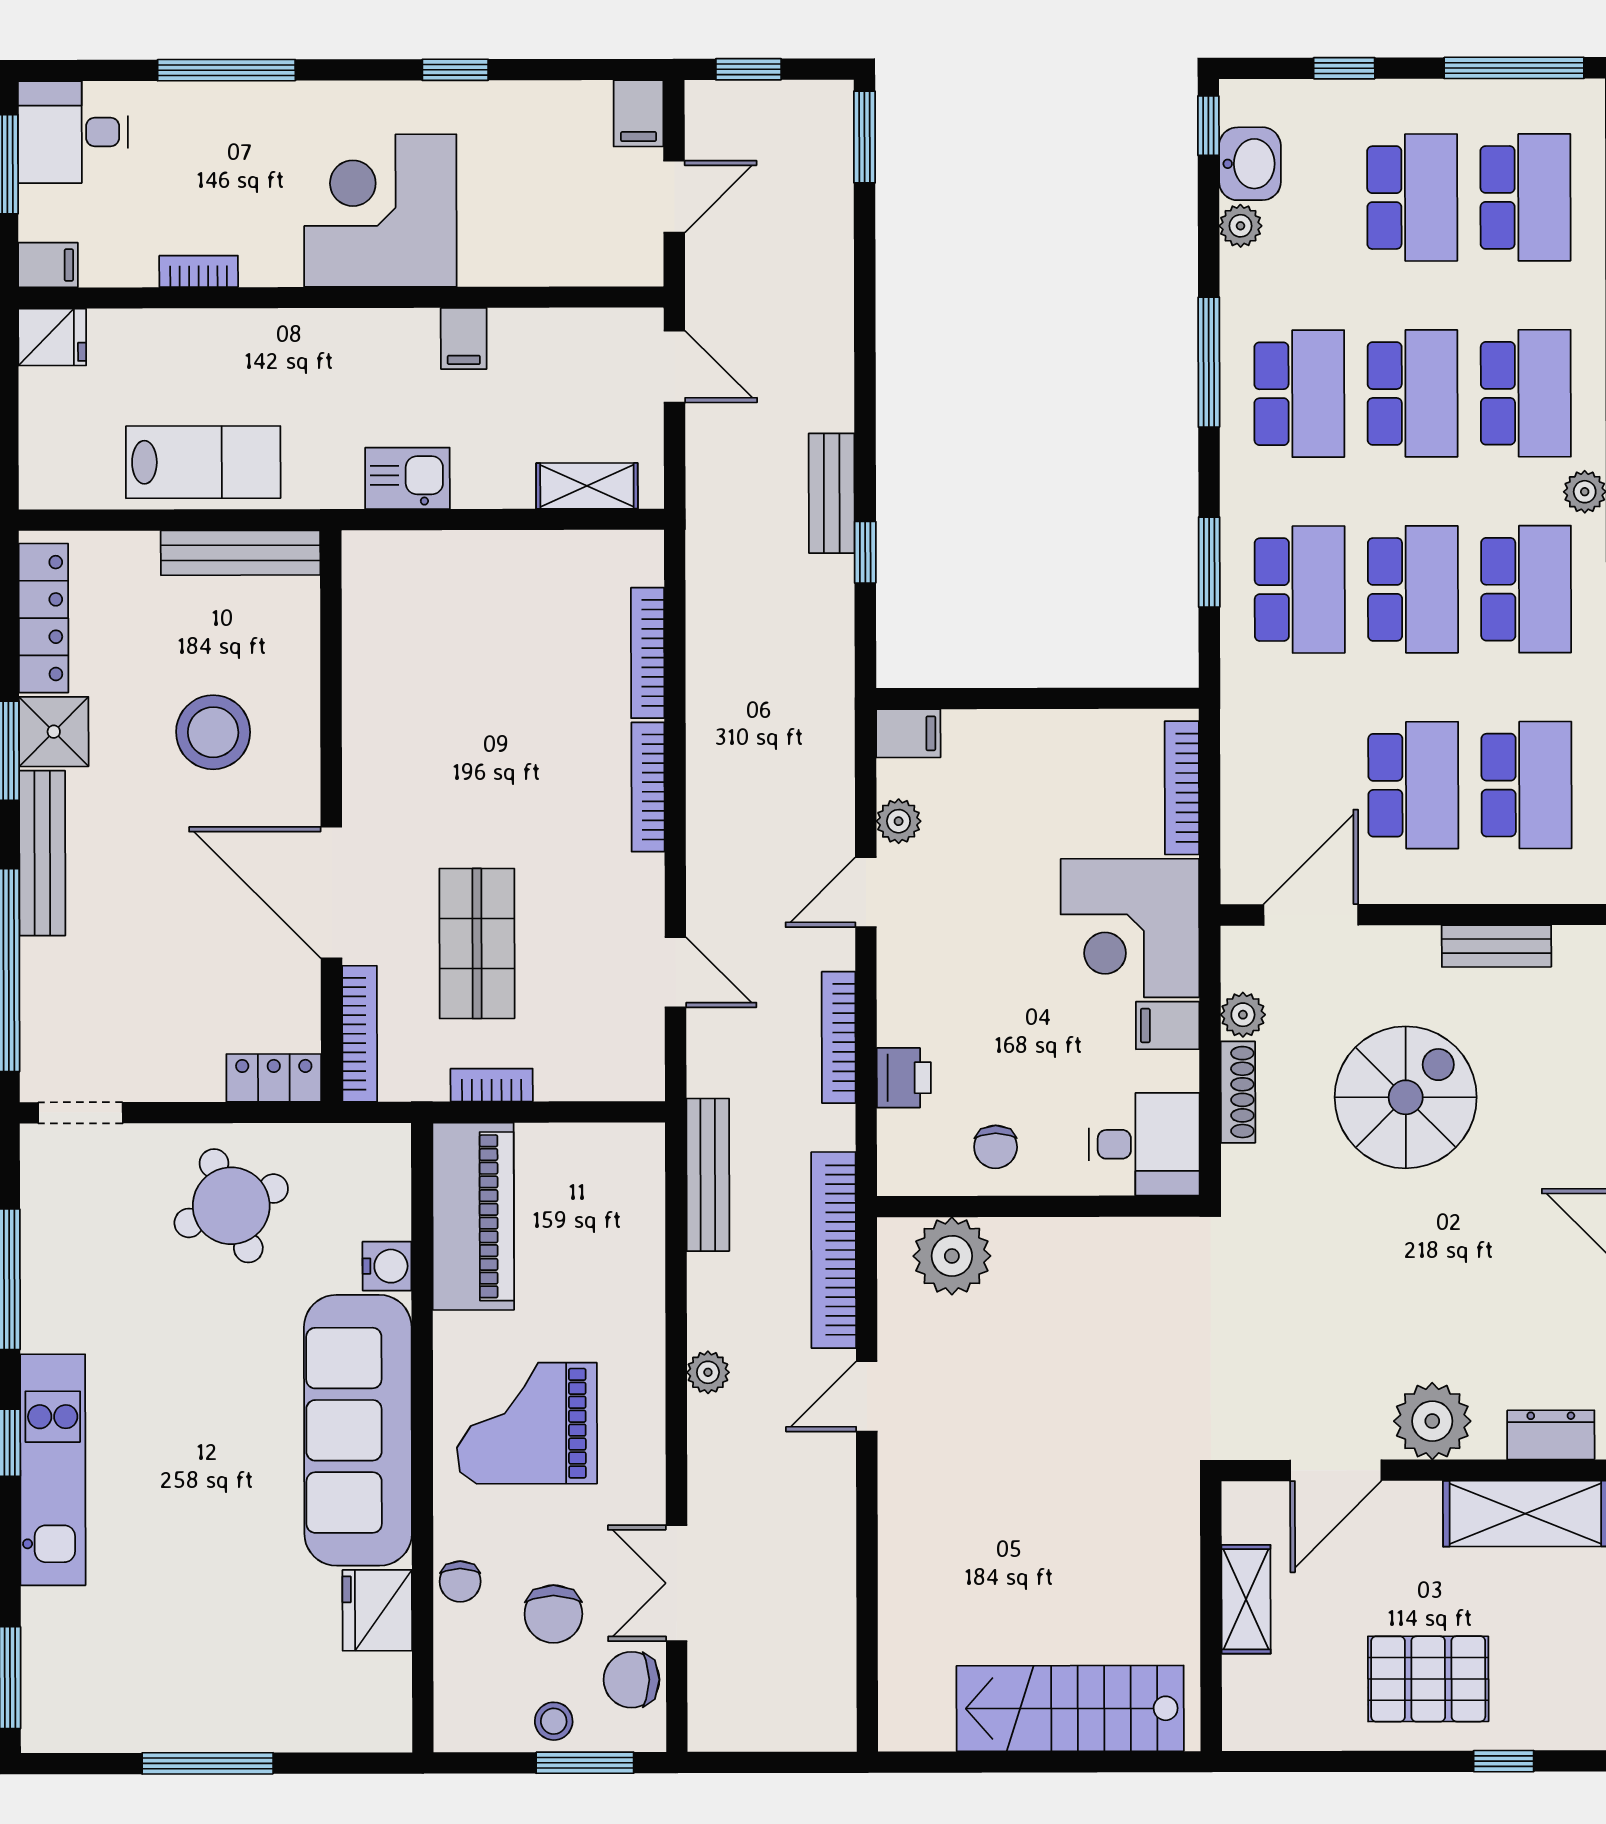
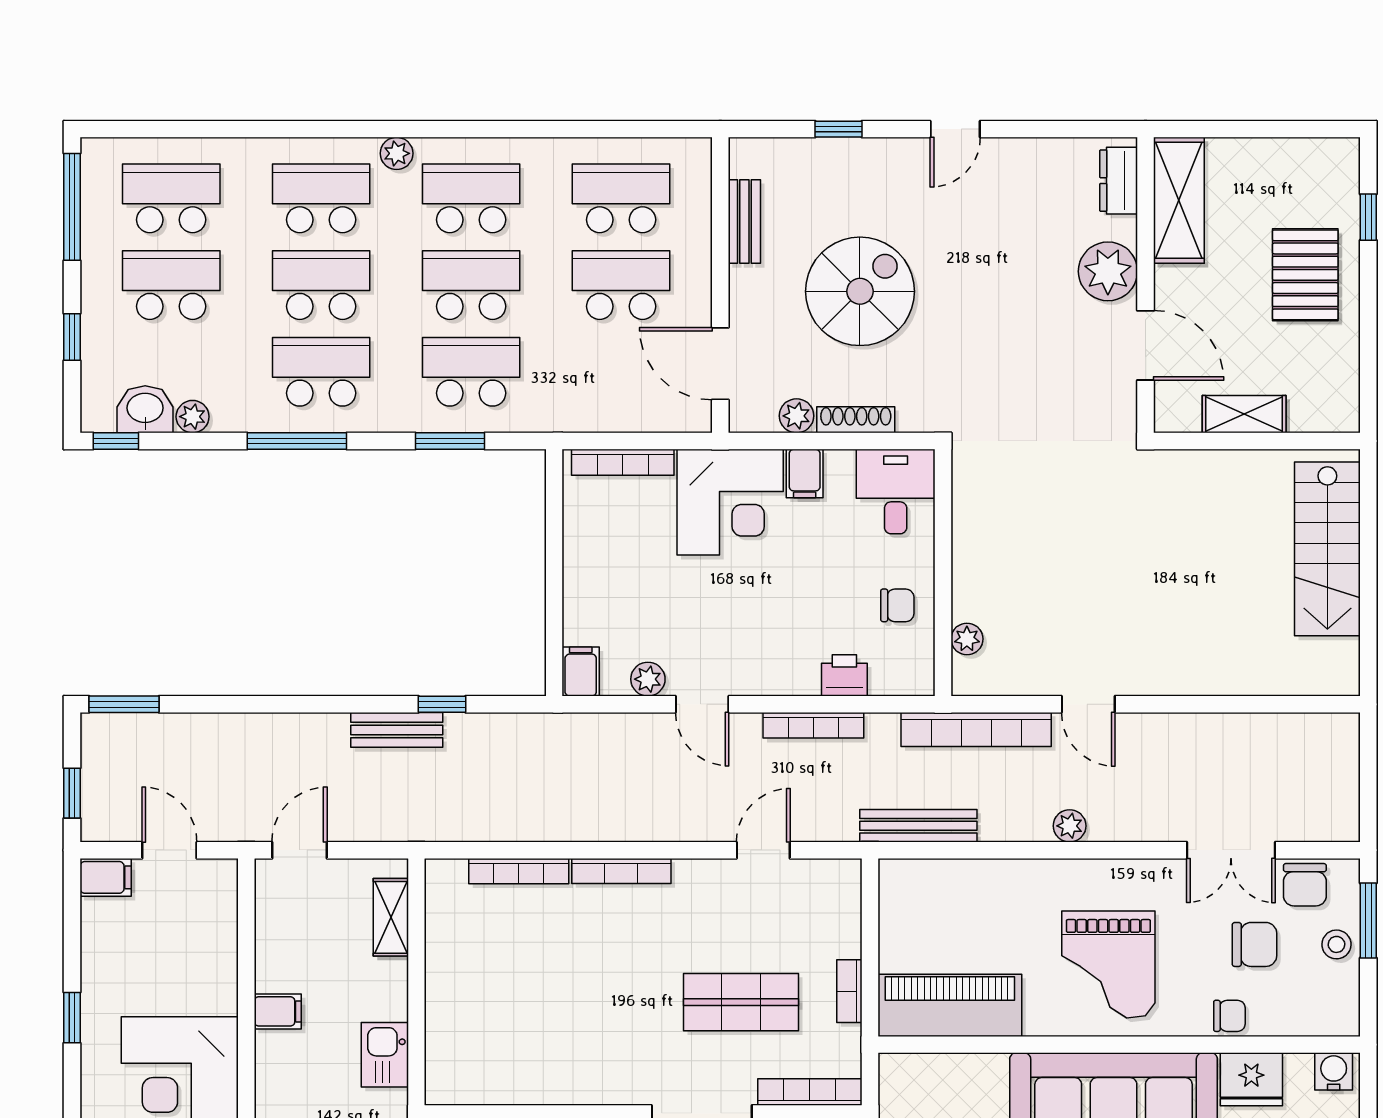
spiral stairs: (1406, 1097) -> (860, 291), turned 90
plant: (952, 1256) -> (967, 639), width x0.53, depth x0.53
water cooler: (387, 1266) -> (1334, 1071), moved

